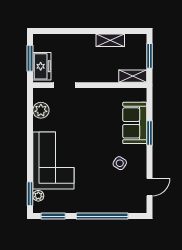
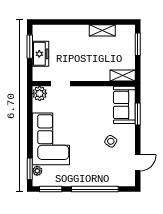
shelving: (133, 76) -> (123, 75), moved
doorway: (64, 85) -> (61, 84), moved
wall: (90, 85) -> (84, 84), moved

